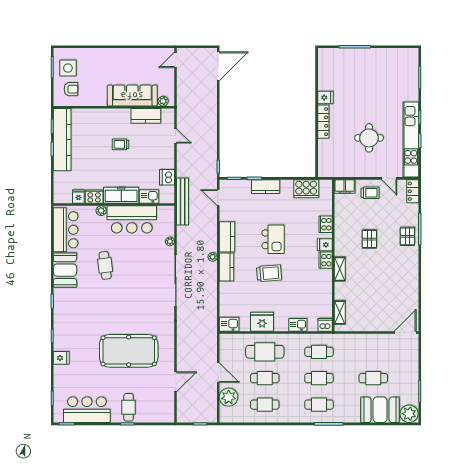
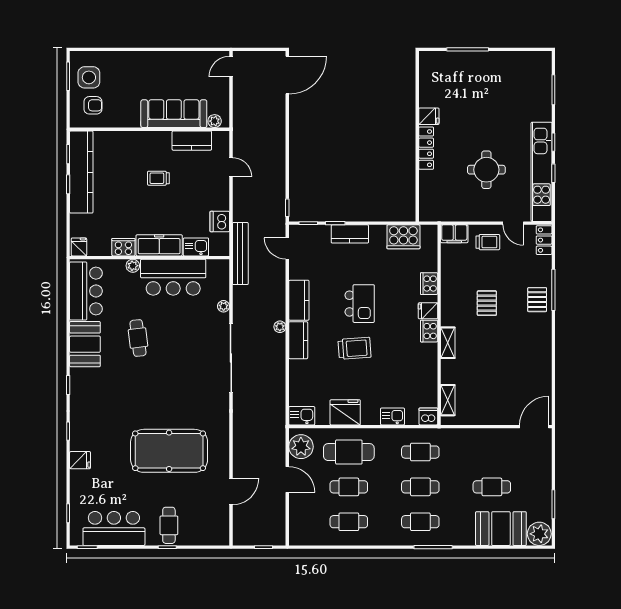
fridge: (78, 196) -> (79, 247), moved
plant: (229, 397) -> (301, 447), moved

